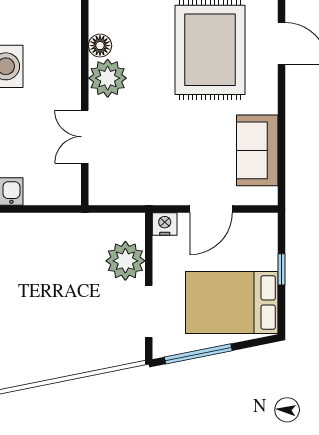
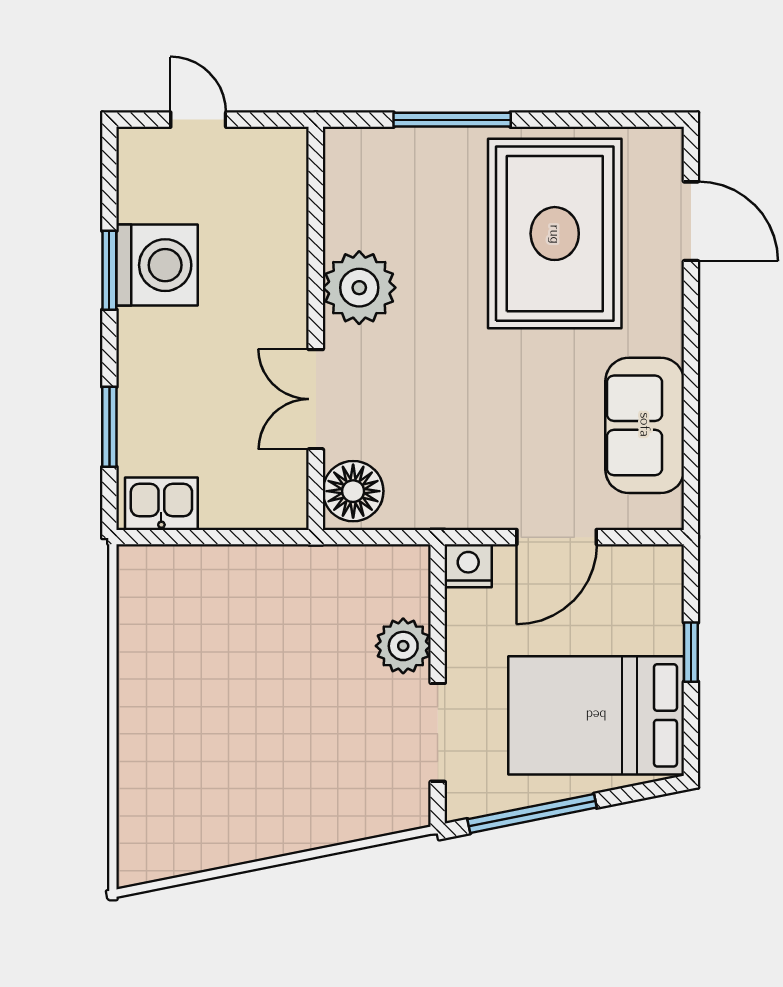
floor lamp: (100, 46) -> (353, 491), moved, width x1.38, depth x1.38
plant: (125, 261) -> (403, 646), width x0.73, depth x0.73

